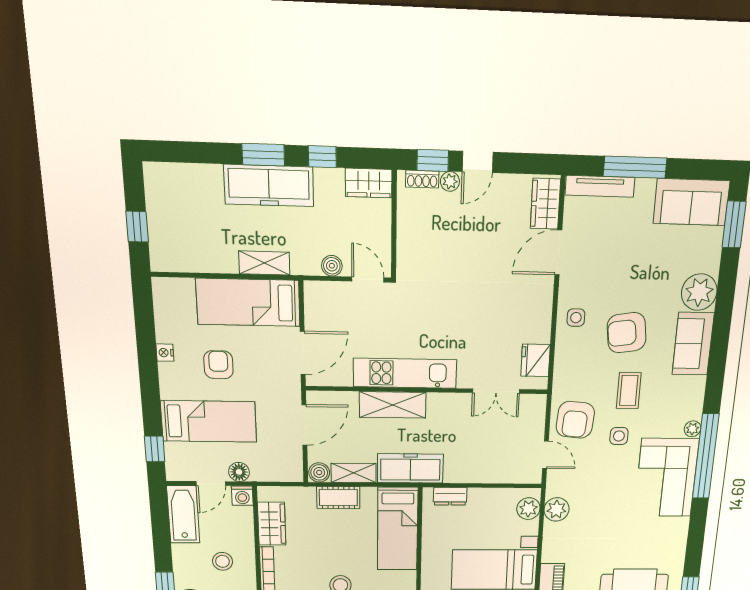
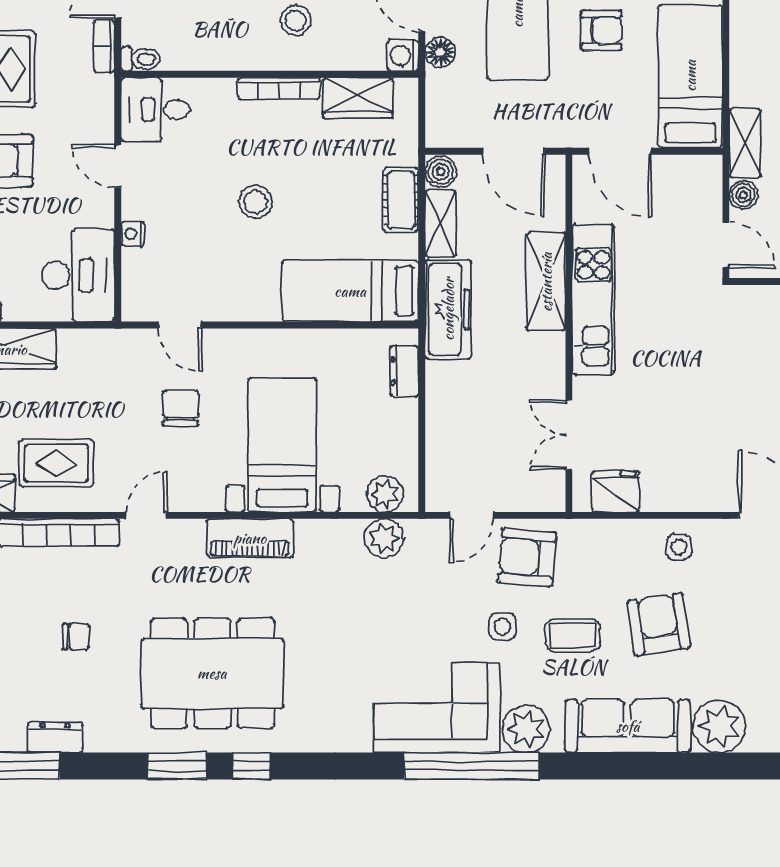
shelving: (264, 263) -> (745, 143), moved
door: (368, 279) -> (726, 245), hinge flipped
sofa: (693, 344) -> (628, 726), width x1.36
plant: (692, 429) -> (526, 729), width x1.88, depth x1.88

